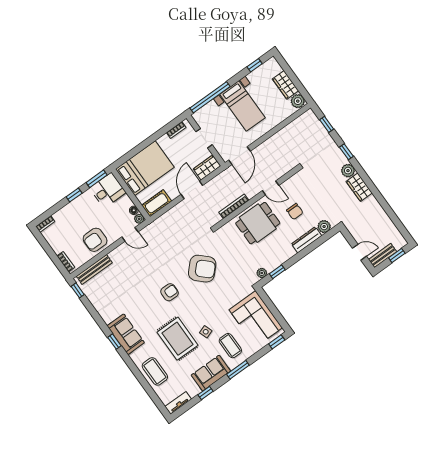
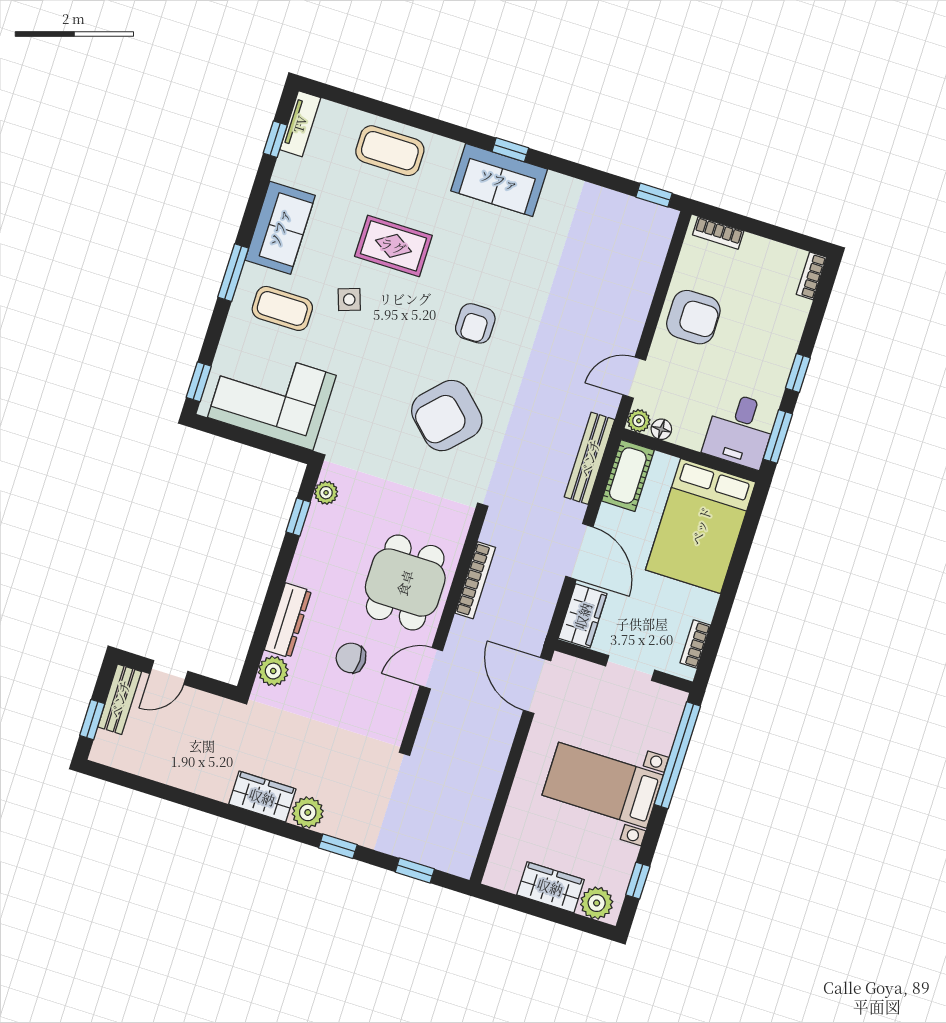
plant: (298, 101) -> (597, 903), moved
armchair: (95, 240) -> (693, 317), turned 90
bench: (94, 269) -> (590, 458), moved
rug: (178, 339) -> (393, 246), width x0.73, depth x0.70
window: (205, 393) -> (275, 139), moved

